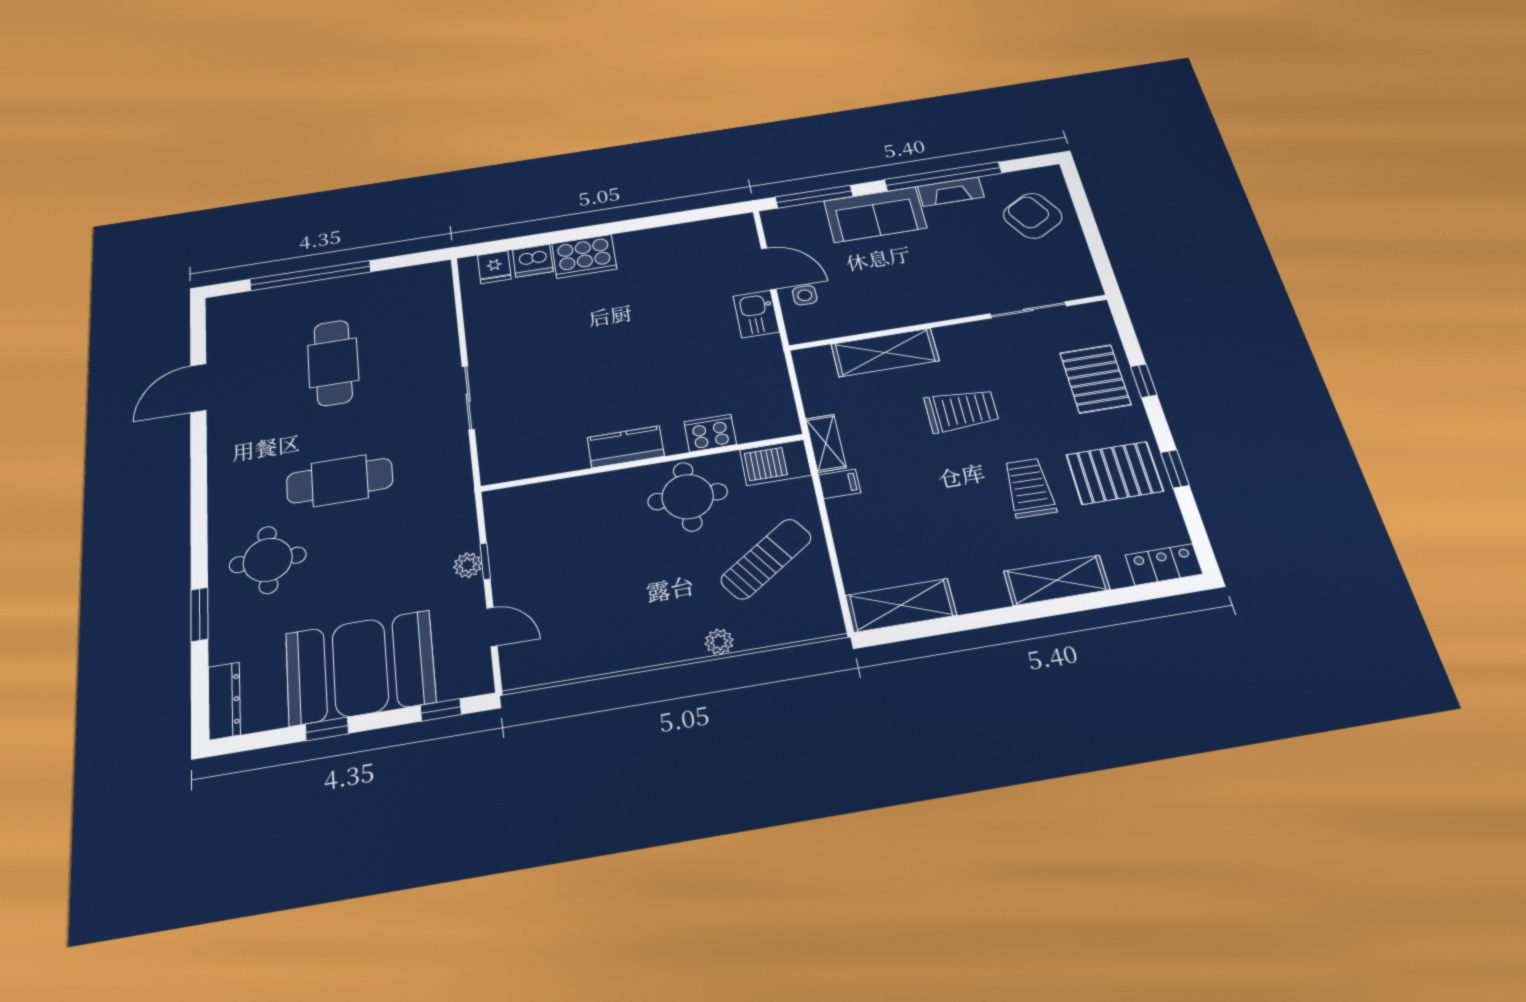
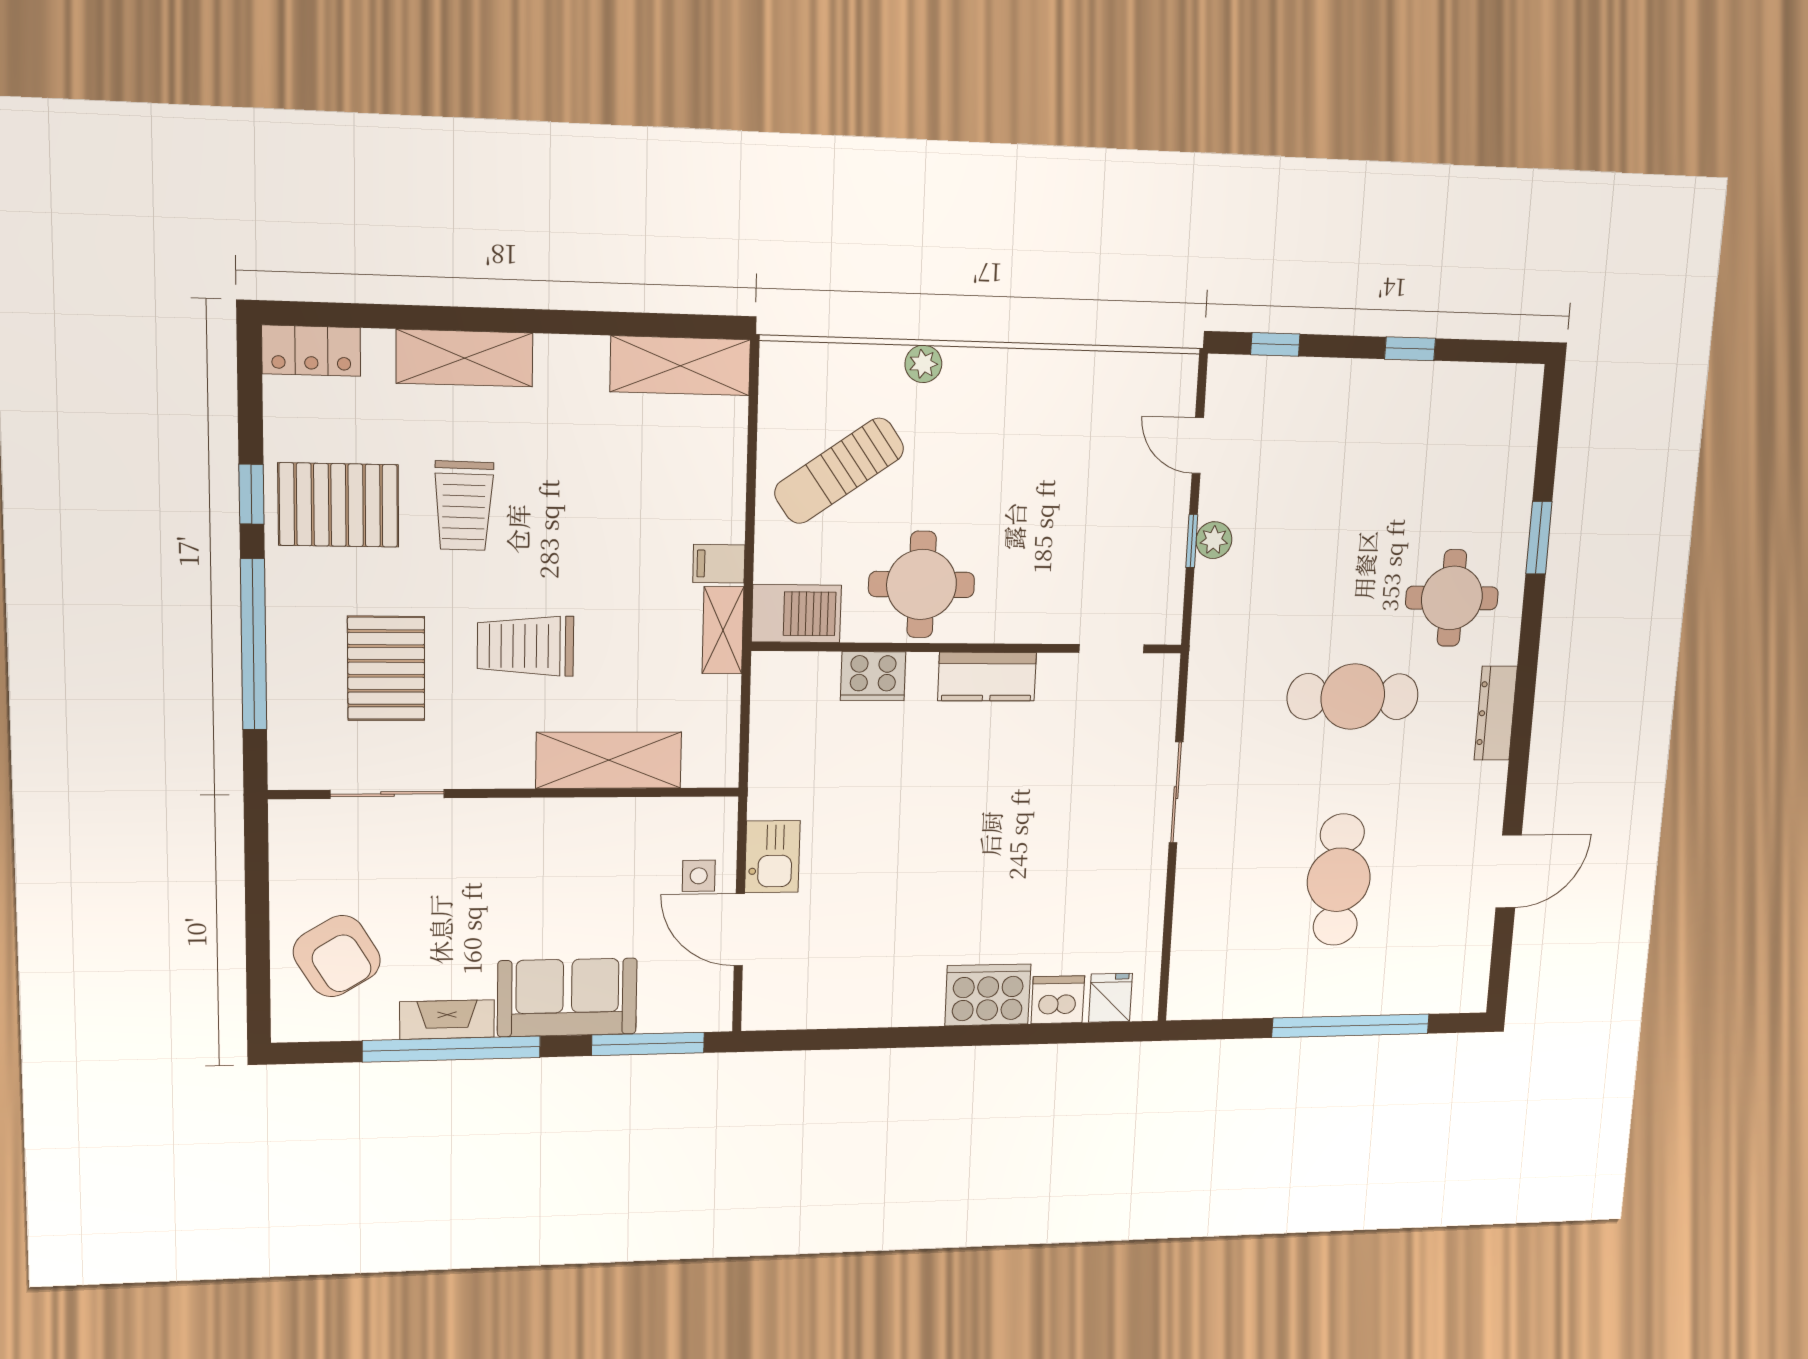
pallet: (1095, 379) -> (386, 668), moved
window: (1144, 381) -> (254, 645), width x3.17
doorway: (535, 480) -> (1112, 649), added
booth: (360, 668) -> (1362, 423), removed
dresser: (224, 701) -> (1496, 713), moved

